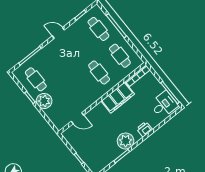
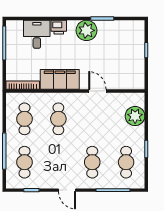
cafe table: (57, 63) -> (92, 162), added
plant: (44, 101) -> (135, 116), moved
desk: (164, 105) -> (37, 34), moved, turned 90
door: (77, 118) -> (97, 91), moved

